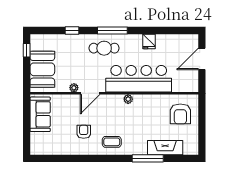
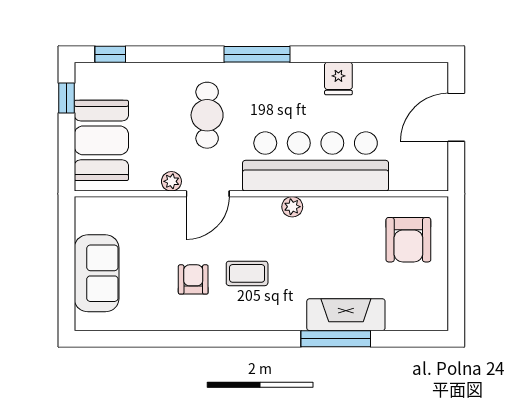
window: (72, 31) -> (110, 54), moved
cafe table: (104, 48) -> (207, 115), moved, turned 90
sofa: (40, 114) -> (97, 273), moved
coffee table: (112, 142) -> (247, 273), moved
fireplace: (165, 148) -> (346, 315), moved

